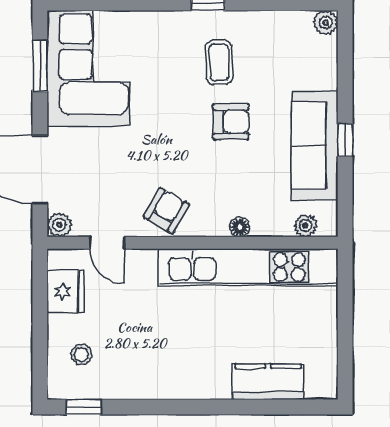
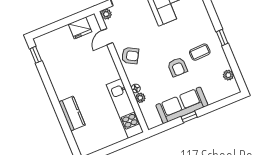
plant: (326, 22) -> (228, 75), moved
plant: (305, 226) -> (140, 98), moved
kitchen unit: (248, 267) -> (125, 108), width x0.73
stool: (81, 354) -> (57, 45), removed
kitchen counter: (268, 382) -> (72, 113), moved

